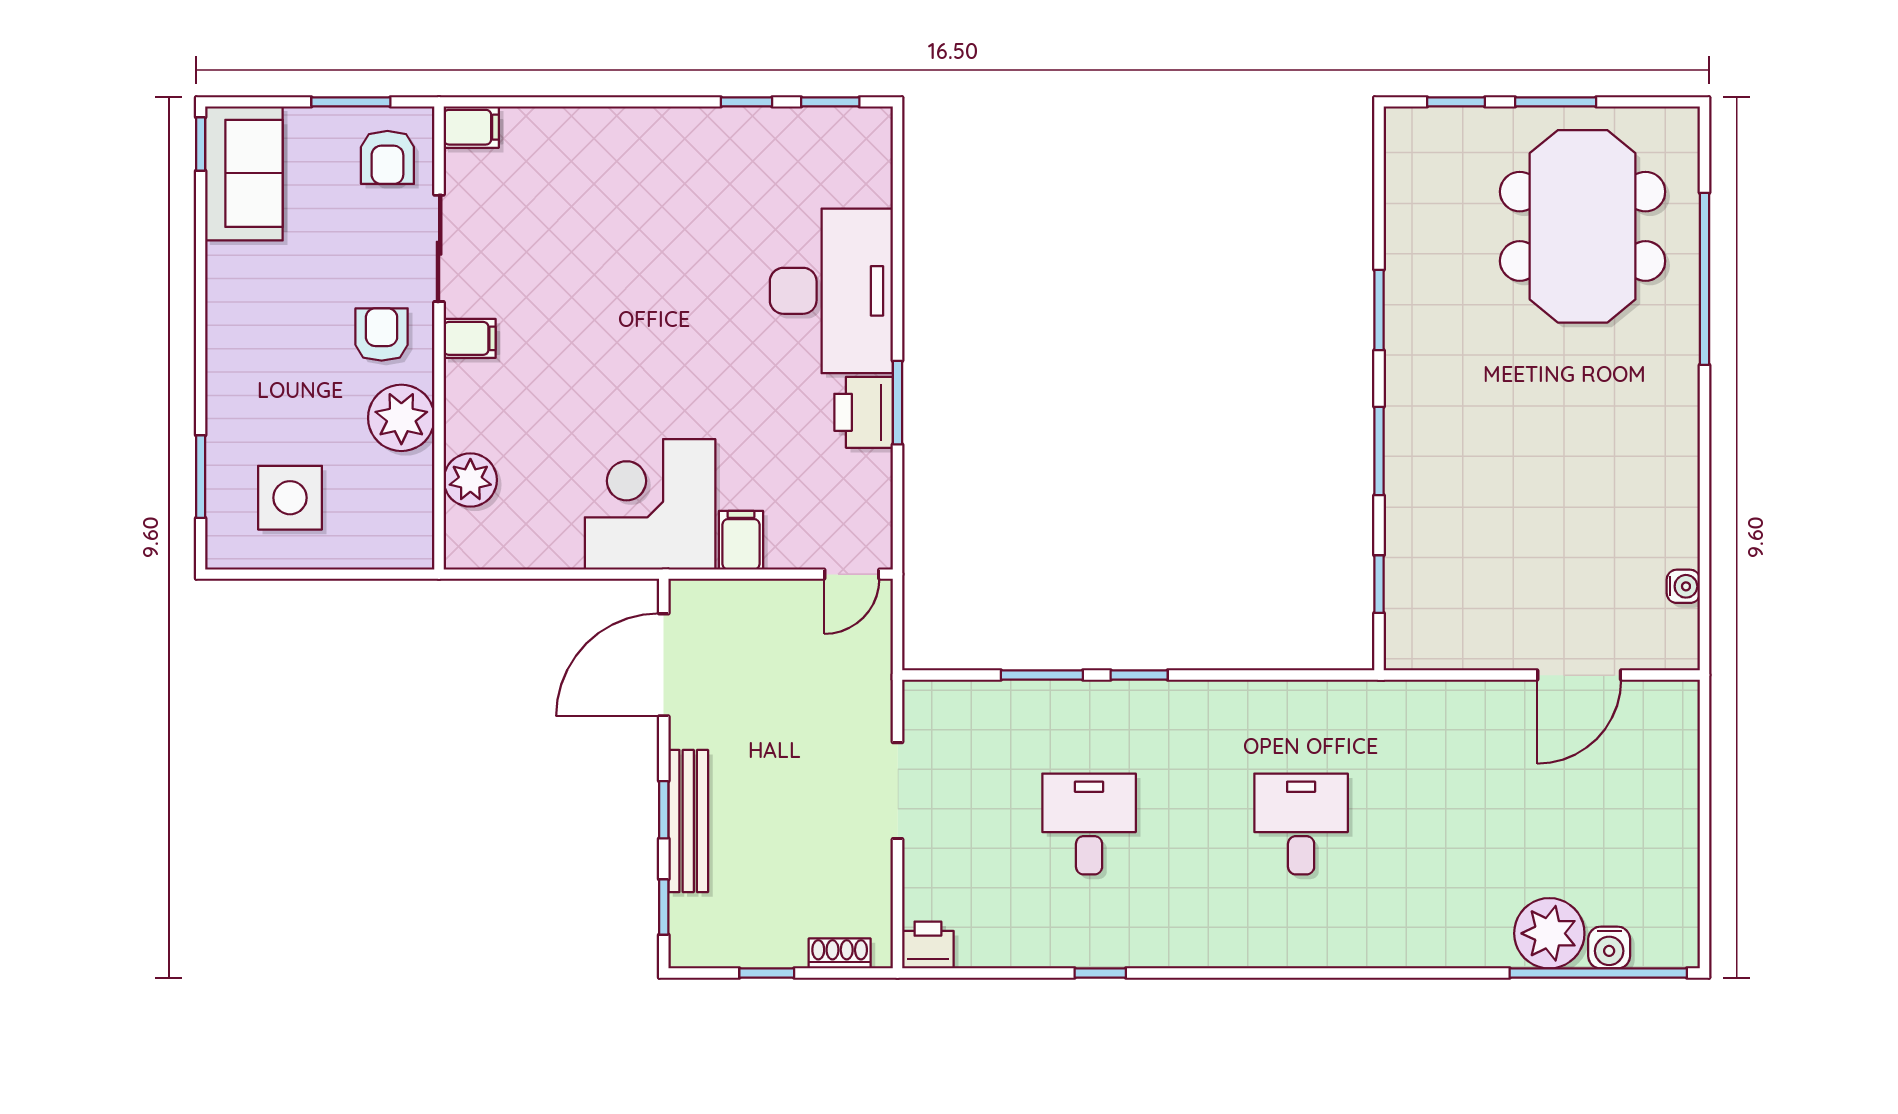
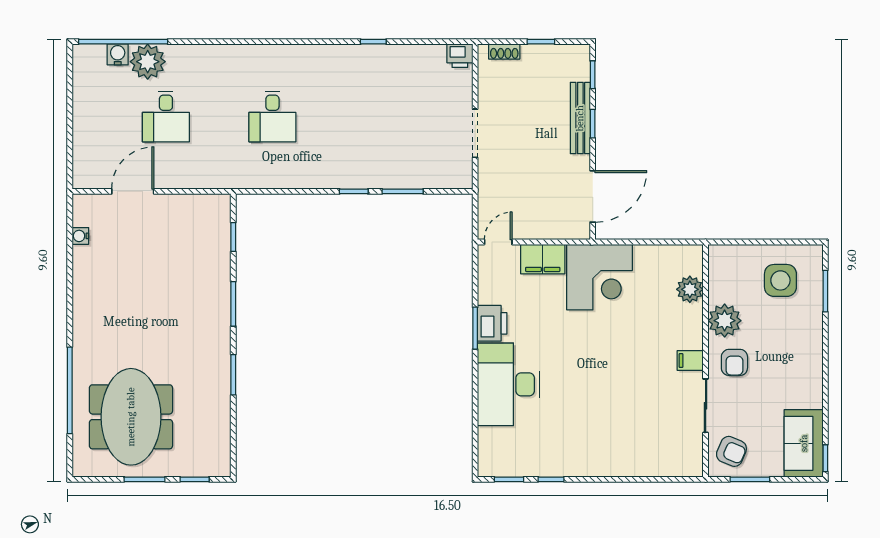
filing cabinet: (471, 127) -> (689, 467), removed
armchair: (387, 157) -> (731, 451), turned 113
filing cabinet: (741, 540) -> (543, 259), width x2.00
desk: (1089, 824) -> (166, 116), moved

